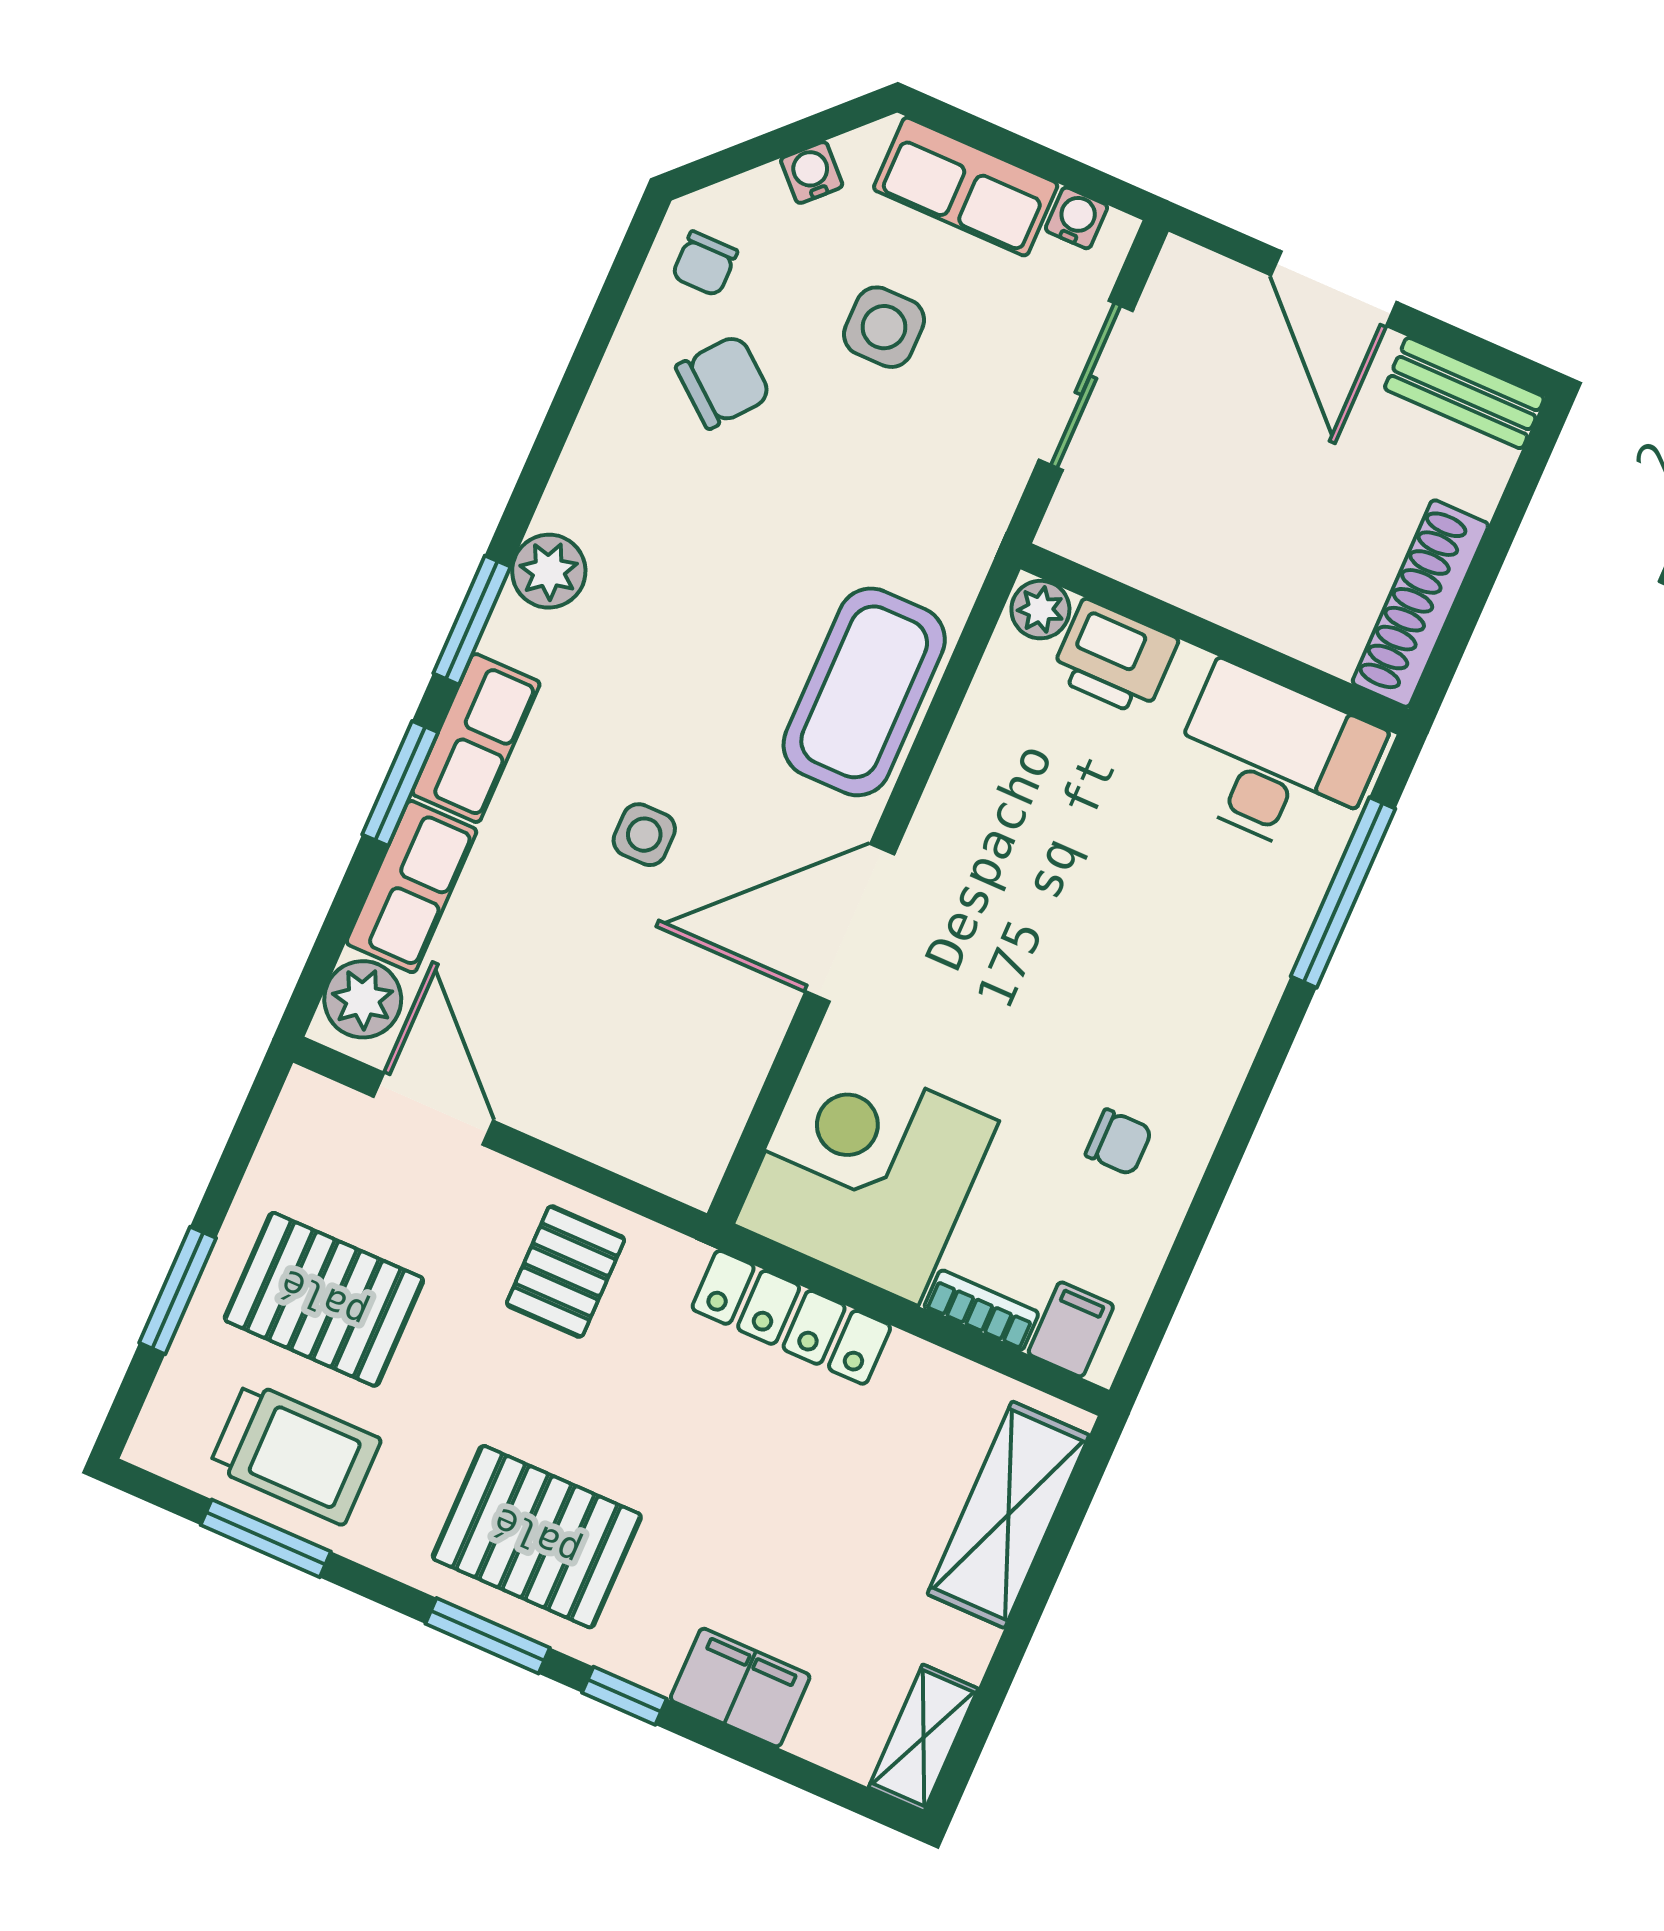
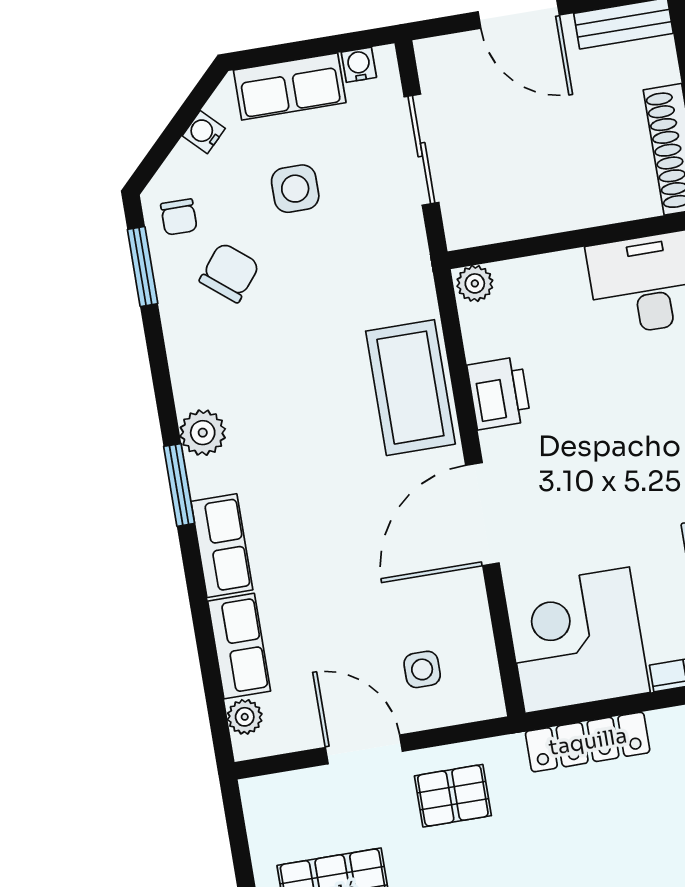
printer: (1114, 658) -> (499, 393), moved, turned -90
window: (400, 783) -> (143, 266), moved
side table: (644, 835) -> (422, 669), moved
plant: (363, 999) -> (245, 717), width x0.73, depth x0.73
door: (433, 1109) -> (364, 749), moved
pallet: (566, 1272) -> (453, 796), turned 90

